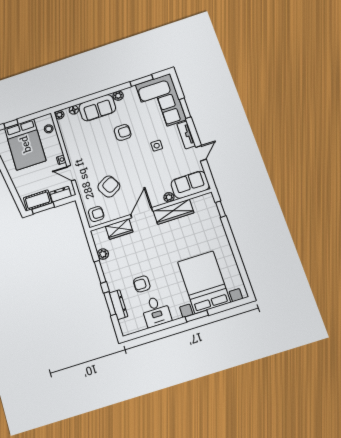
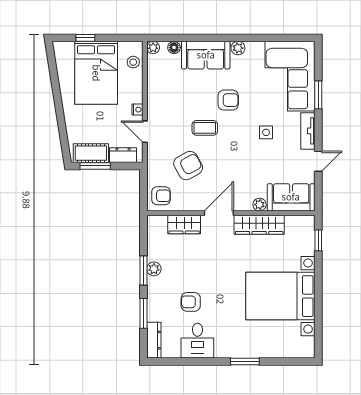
window: (141, 80) -> (275, 38), removed
coffee table: (112, 157) -> (205, 128), added
plant: (103, 254) -> (154, 269), moved
bed with nightstands: (204, 282) -> (280, 296), moved, turned -90
dresser: (119, 305) -> (154, 340), moved

